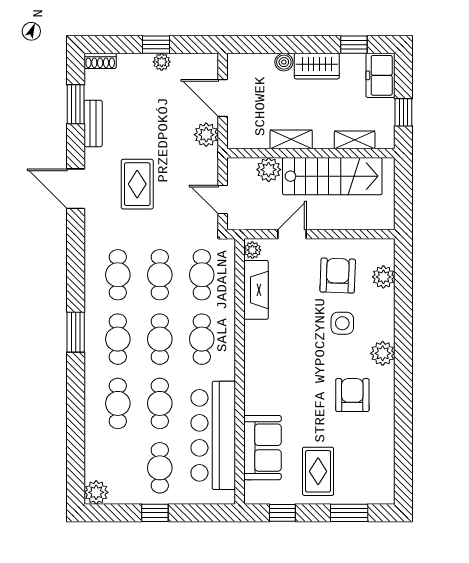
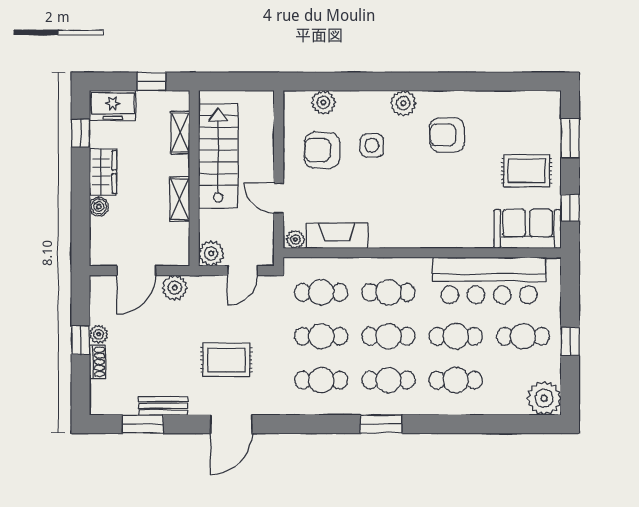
shoe rack: (100, 61) -> (98, 362), moved
plant: (269, 170) -> (211, 253), moved
sofa: (262, 448) -> (527, 229), moved
plant: (96, 492) -> (544, 398), width x1.36, depth x1.36

